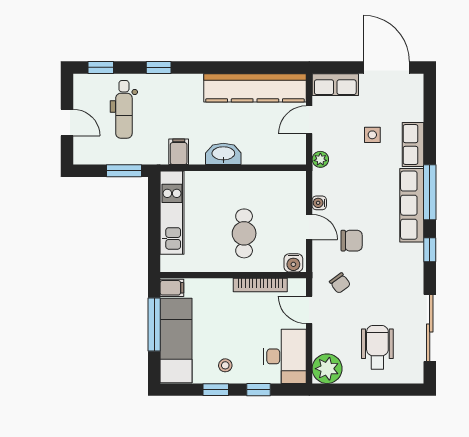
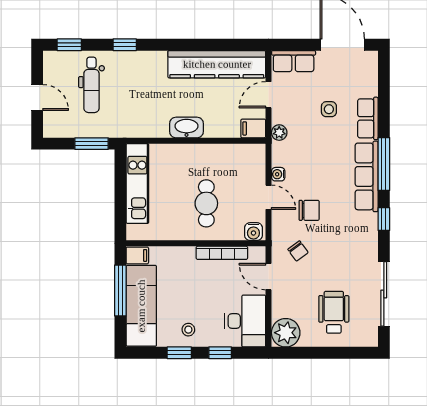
filing cabinet: (179, 152) -> (253, 128), moved, turned -90

